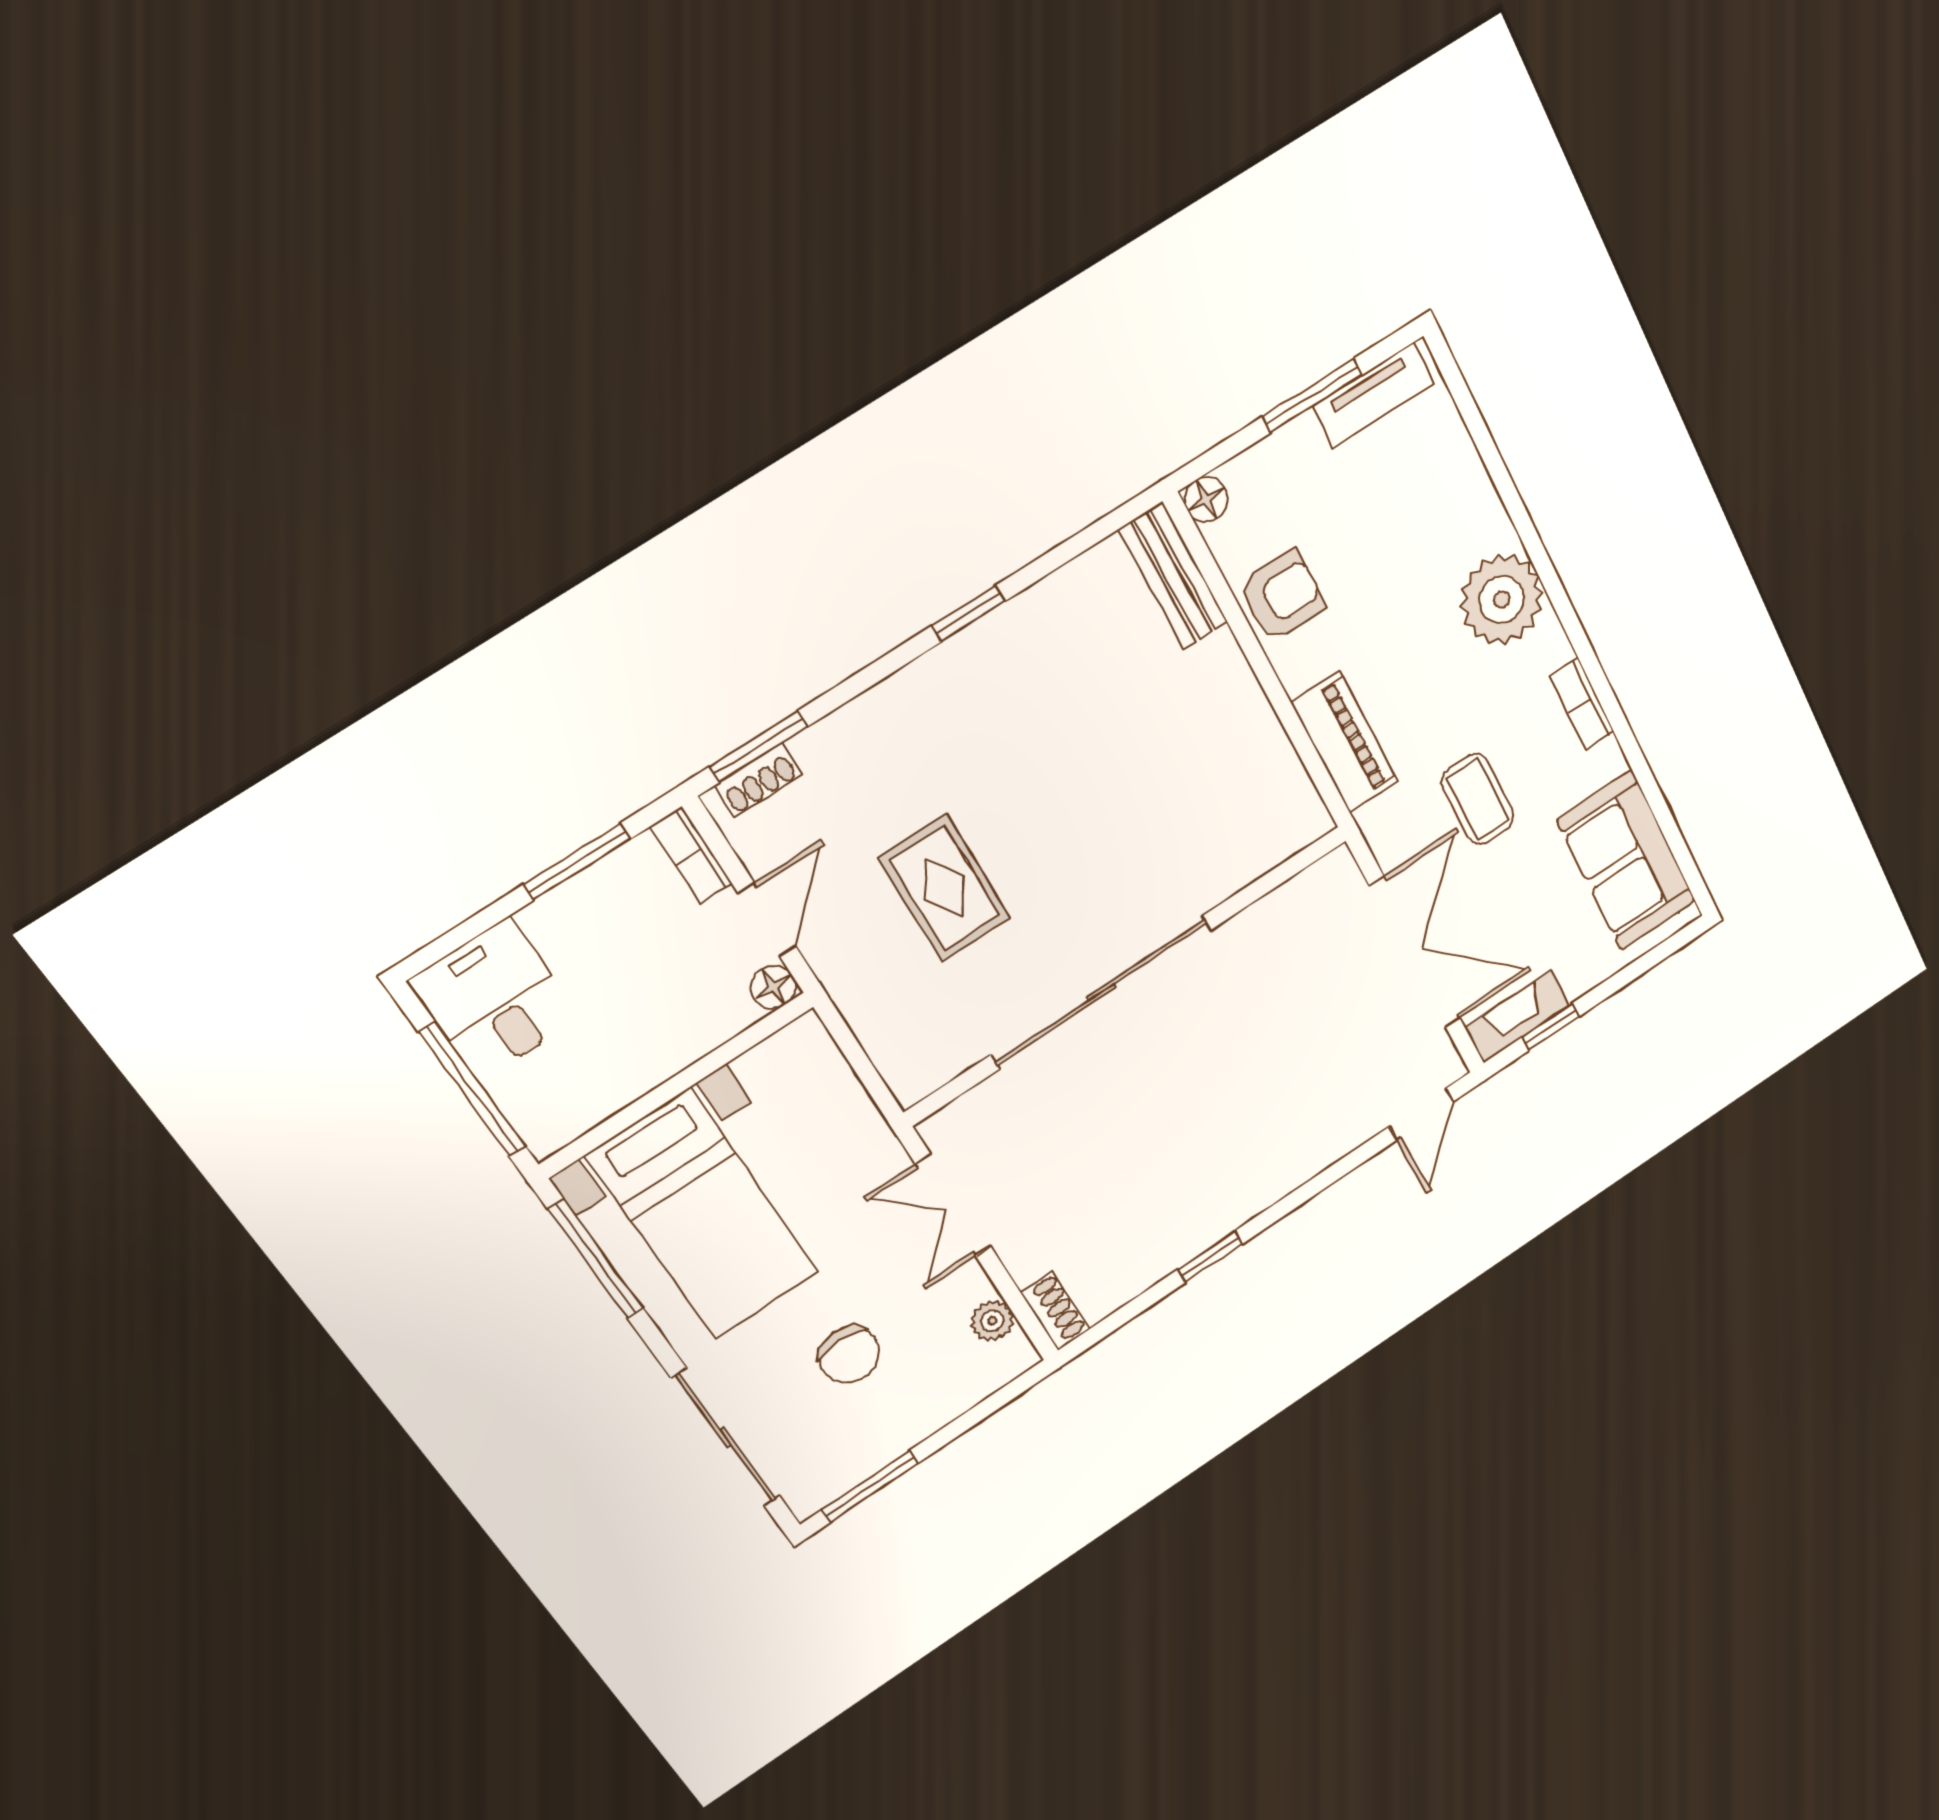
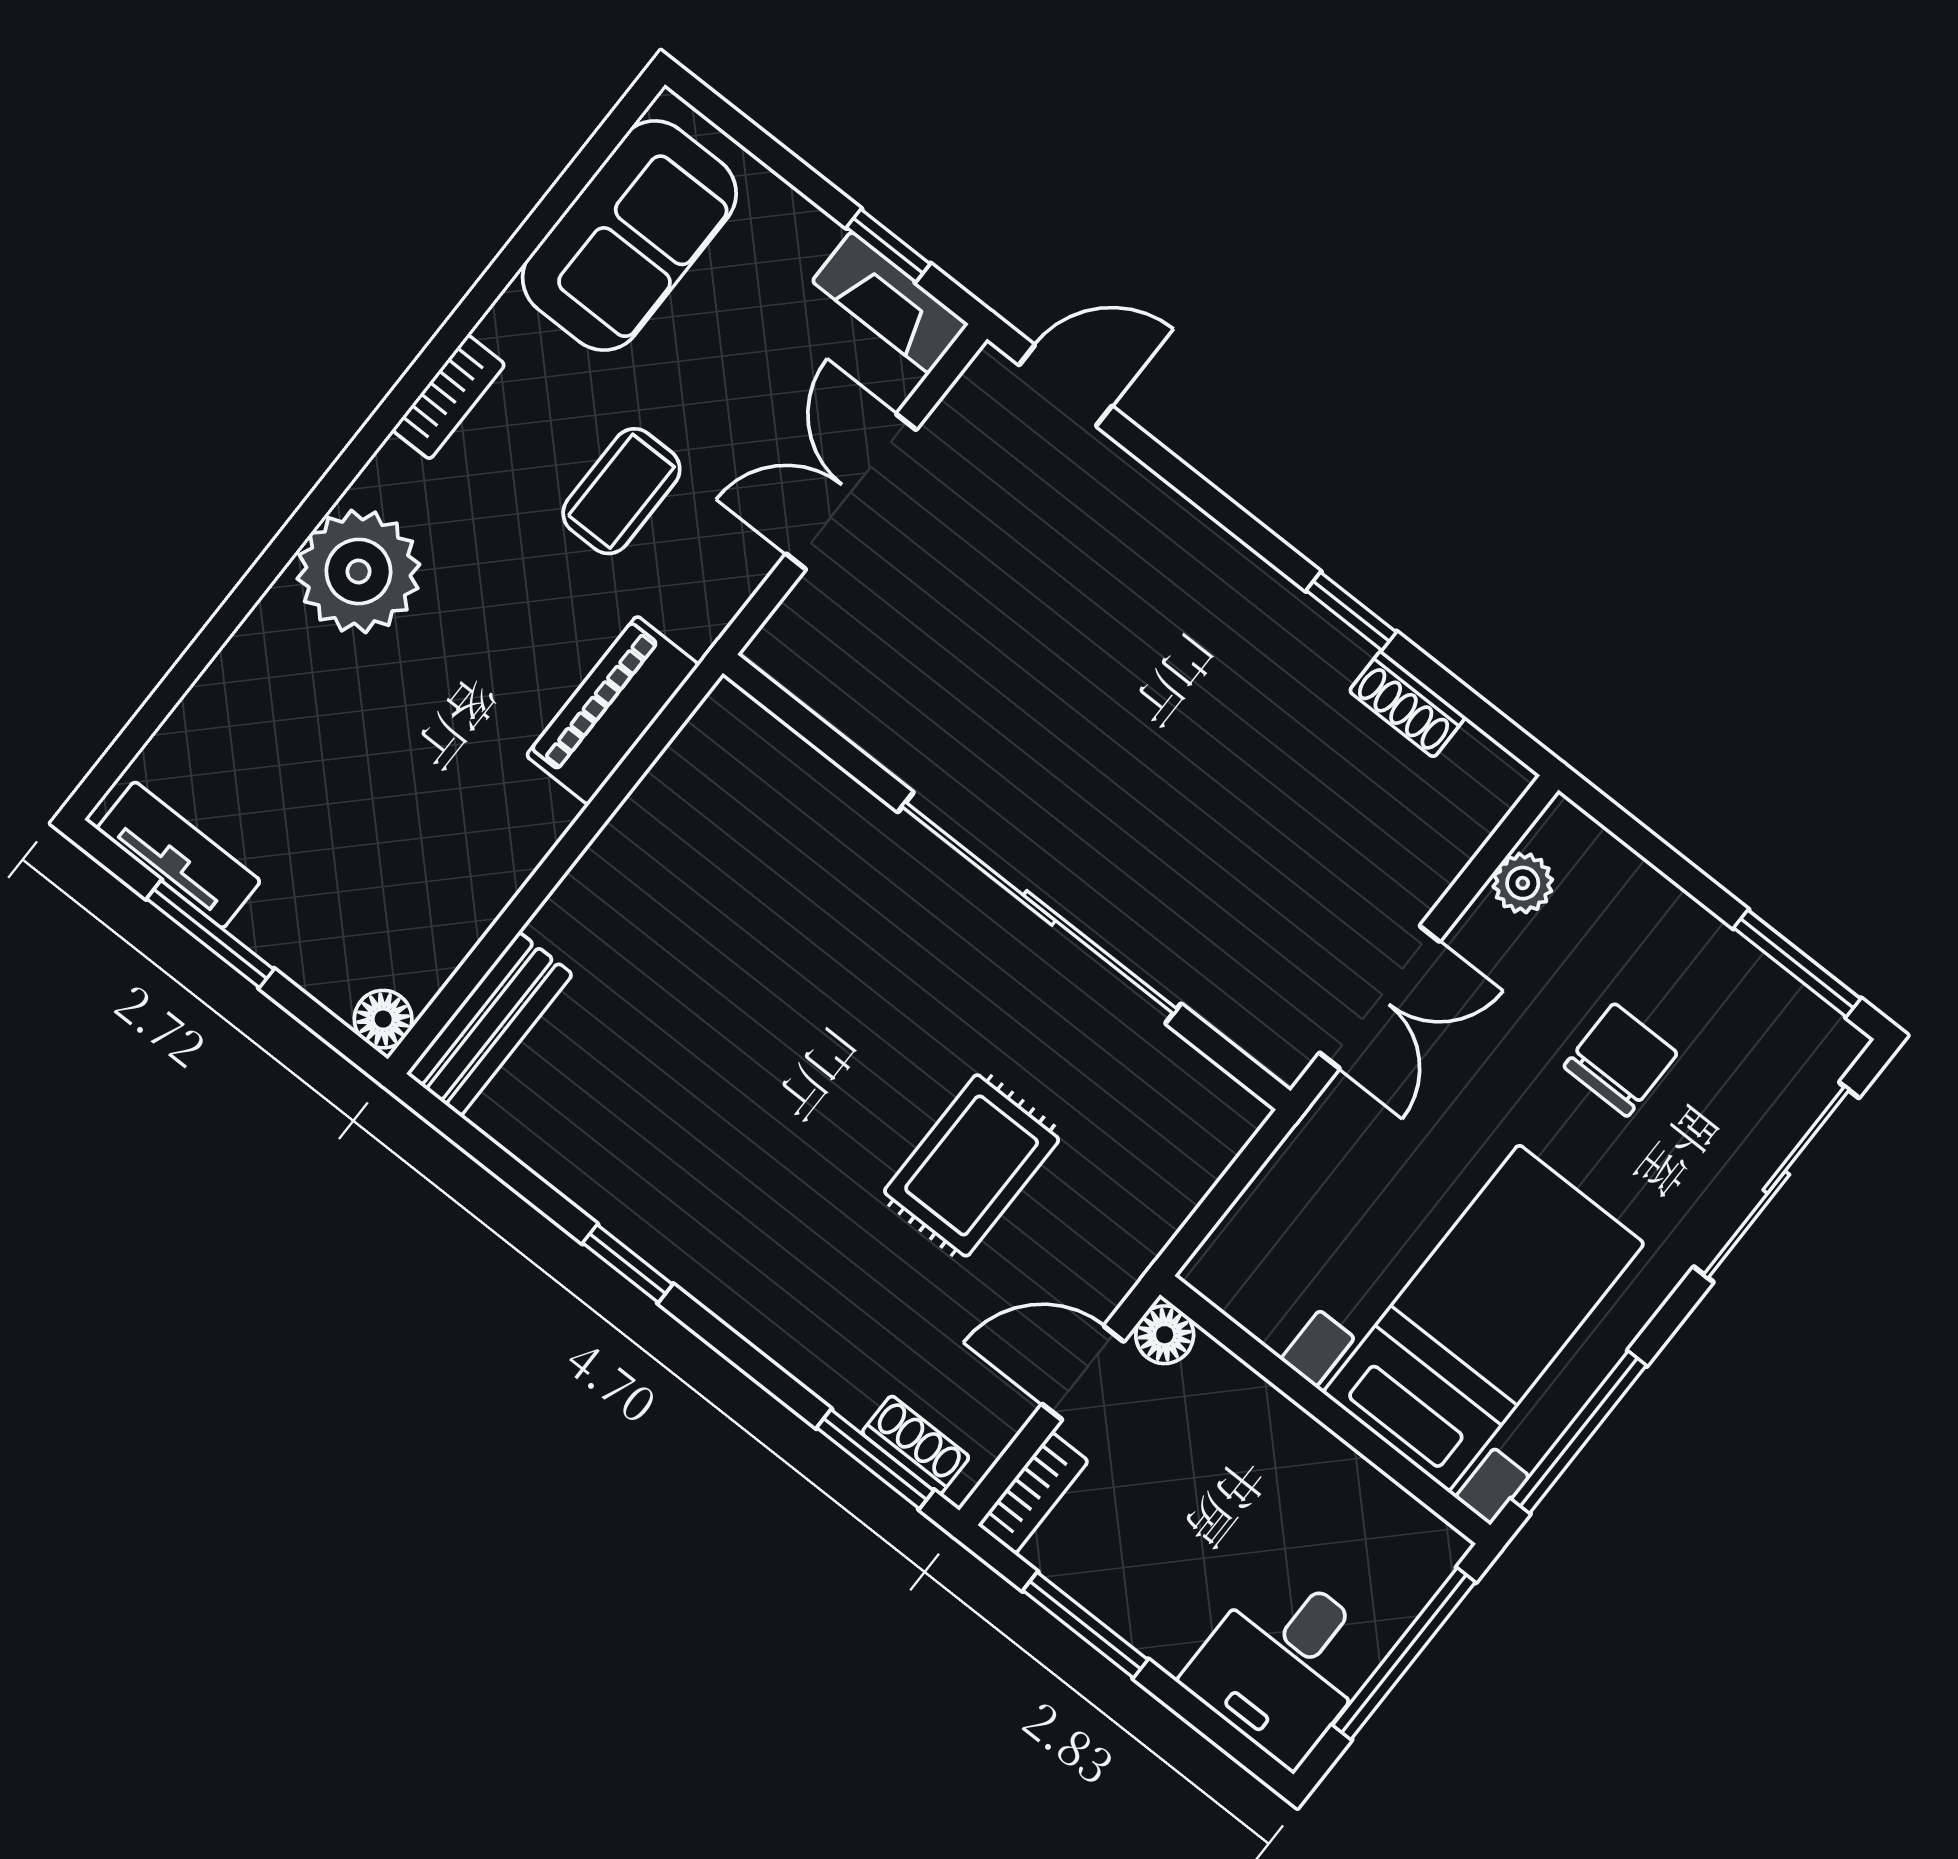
armchair: (1282, 596) -> (462, 871), removed
double door: (1415, 953) -> (851, 492), width x0.73
shoe rack: (1055, 1311) -> (1407, 704), moved, turned -90

